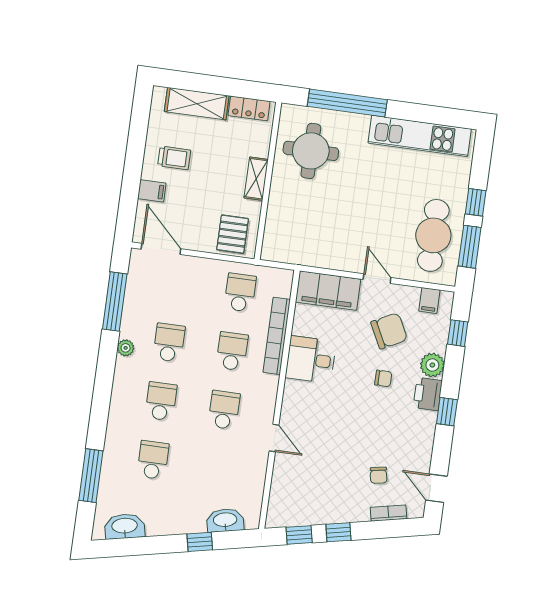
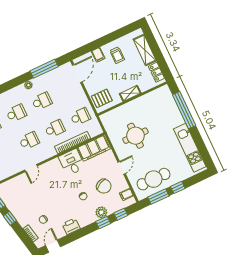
round table: (311, 151) -> (135, 136), moved
filing cabinet: (328, 291) -> (94, 148), moved, turned -90
printer: (428, 394) -> (71, 226), moved
window: (447, 412) -> (103, 222), moved

